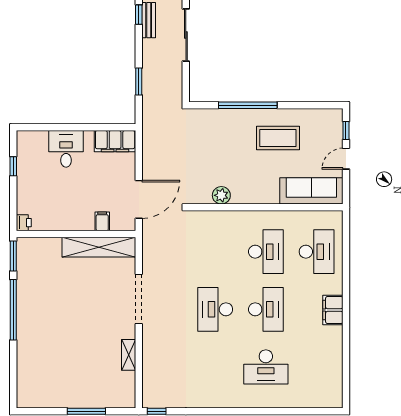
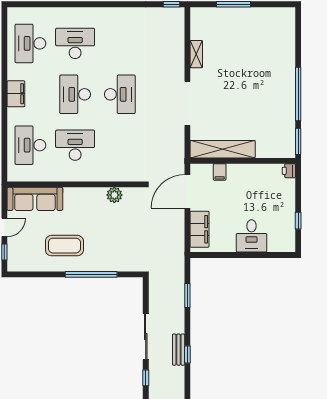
filing cabinet: (115, 141) -> (199, 229), moved, turned 90
desk: (266, 252) -> (75, 145), turned 90
desk: (317, 367) -> (30, 43), added

